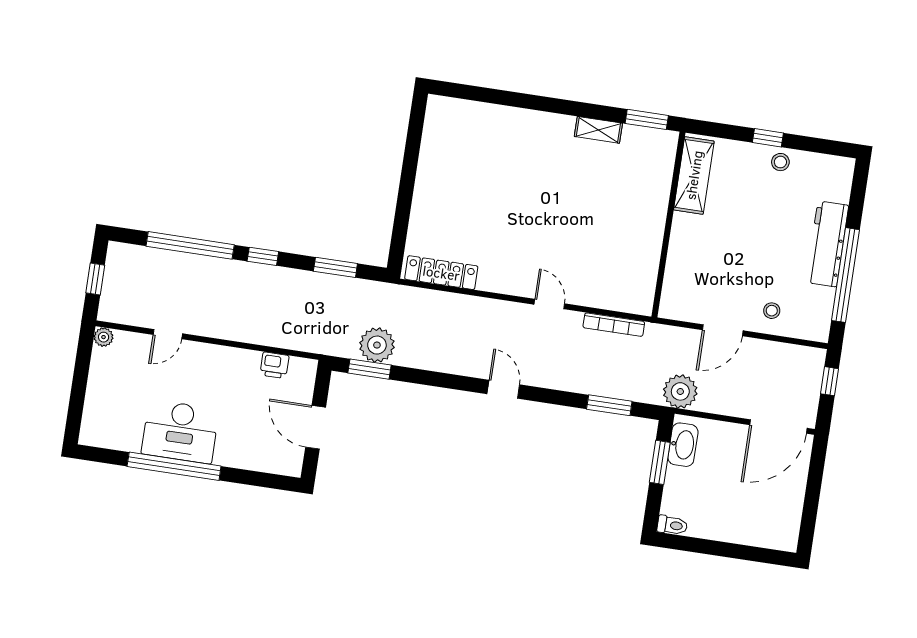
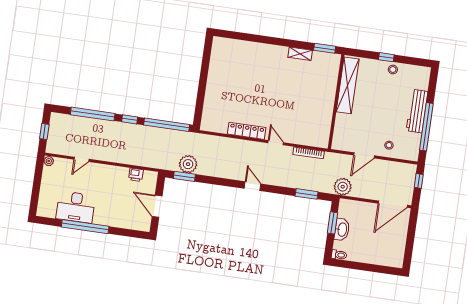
shelving: (694, 175) -> (348, 85), width x1.47
window: (335, 267) -> (167, 125), width x2.11
locker: (441, 273) -> (247, 131), moved
desk: (180, 432) -> (76, 207), moved
washbasin: (683, 445) -> (342, 230), moved

